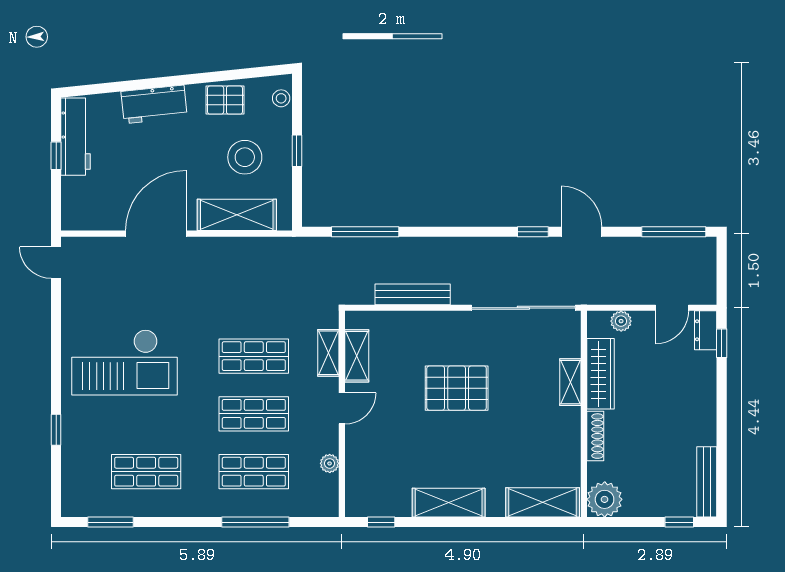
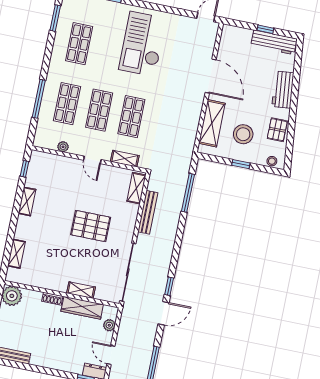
shelving: (357, 356) -> (136, 188), moved, turned 90
pallet: (457, 388) -> (91, 226), turned 90
shoe rack: (595, 436) -> (52, 299), width x0.70
shelving: (543, 502) -> (17, 254), width x0.67, depth x0.75
shelving: (449, 503) -> (27, 201), width x0.67, depth x0.75

